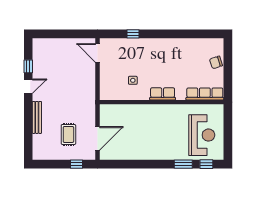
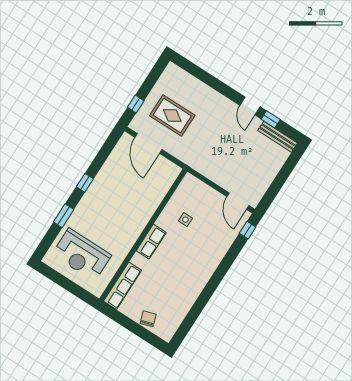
window: (133, 34) -> (248, 230), moved
door: (98, 53) -> (238, 201), swing flipped
bench: (37, 117) -> (278, 137), moved
rug: (68, 134) -> (172, 116), width x1.36, depth x1.43
window: (206, 164) -> (85, 183), moved

